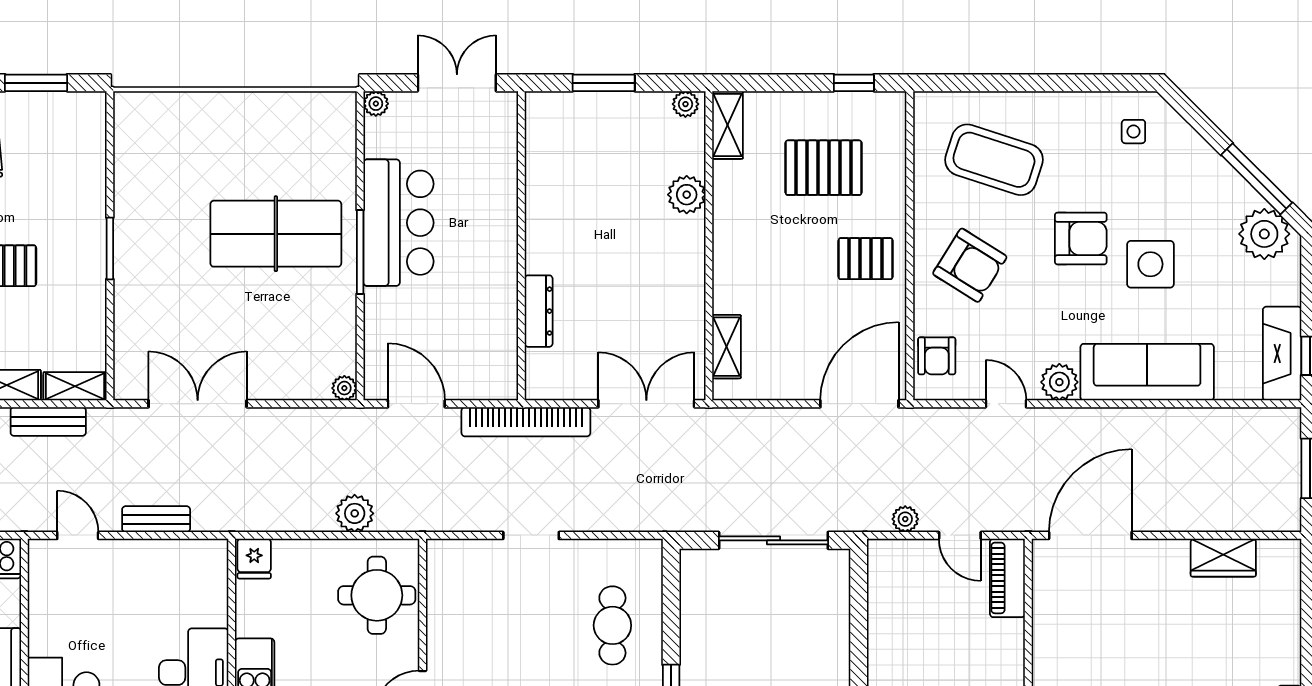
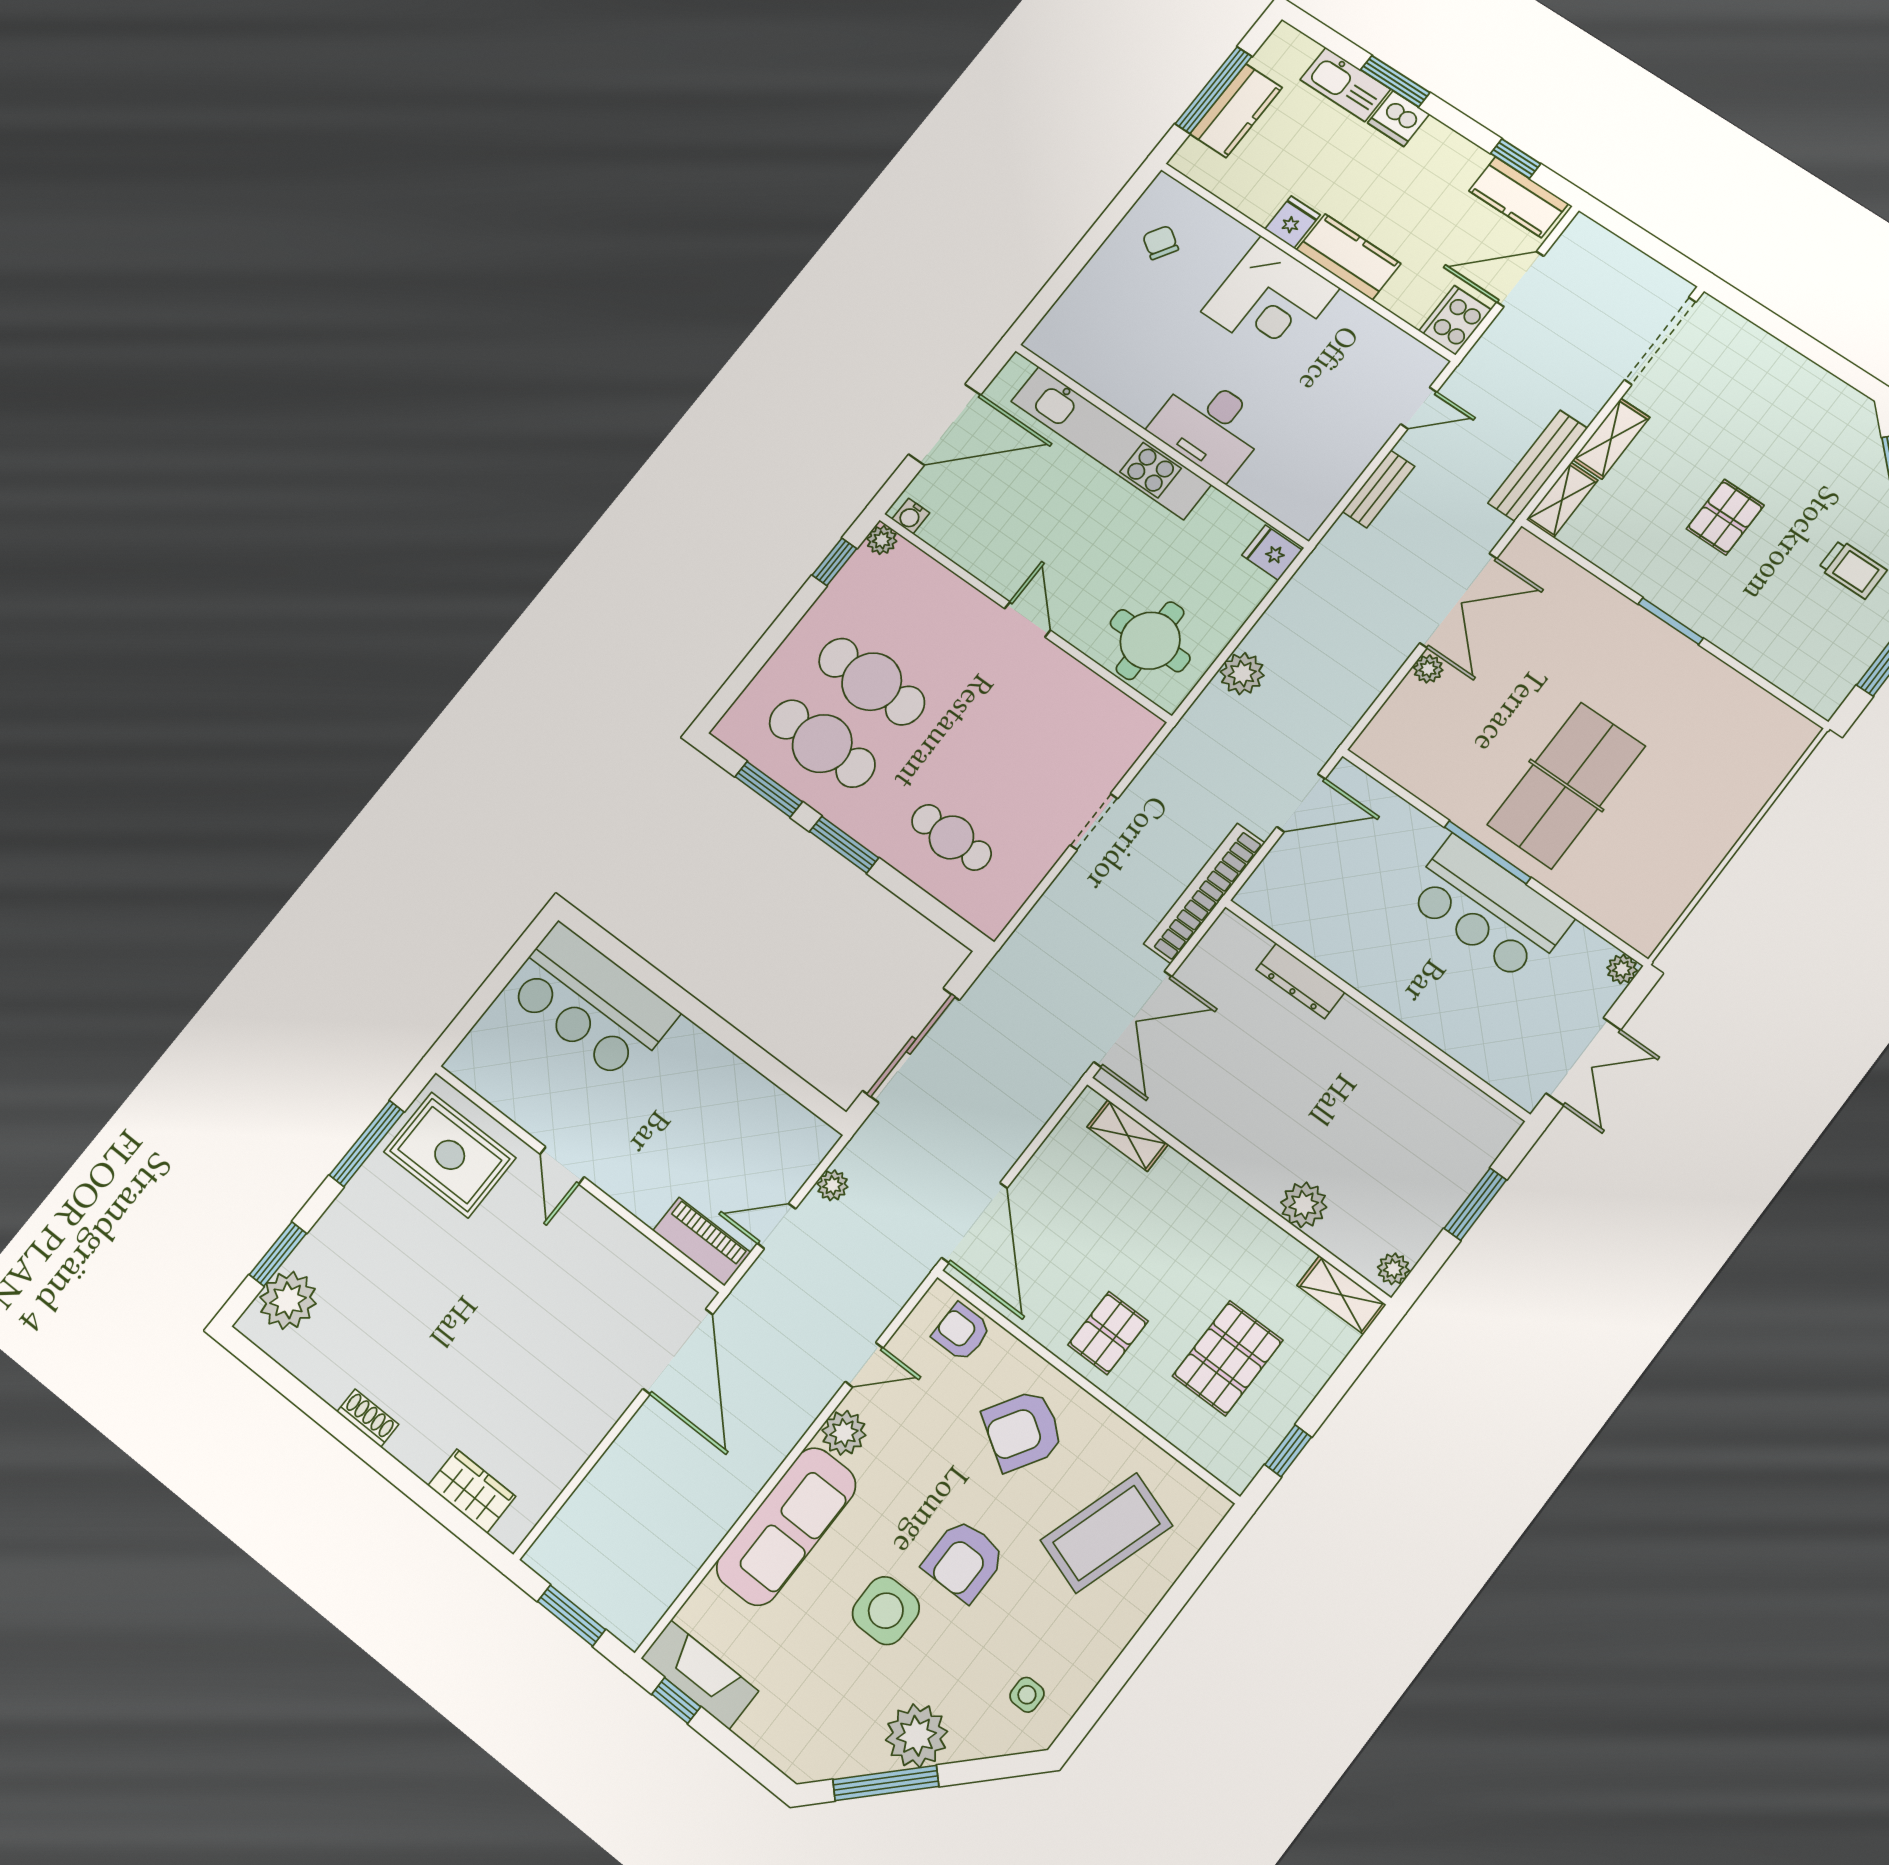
plant: (1264, 234) -> (917, 1736), moved
plant: (344, 388) -> (1428, 669), moved
bench: (48, 421) -> (1538, 466), width x1.36
wardrobe: (1223, 558) -> (472, 1491), moved, turned 90

